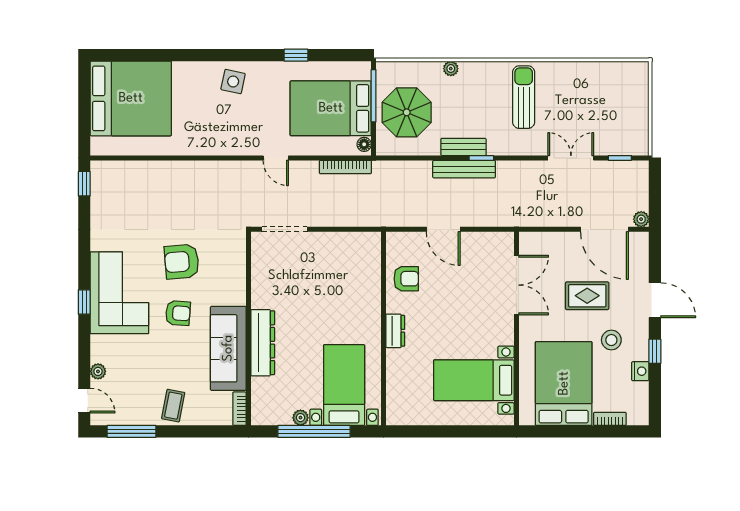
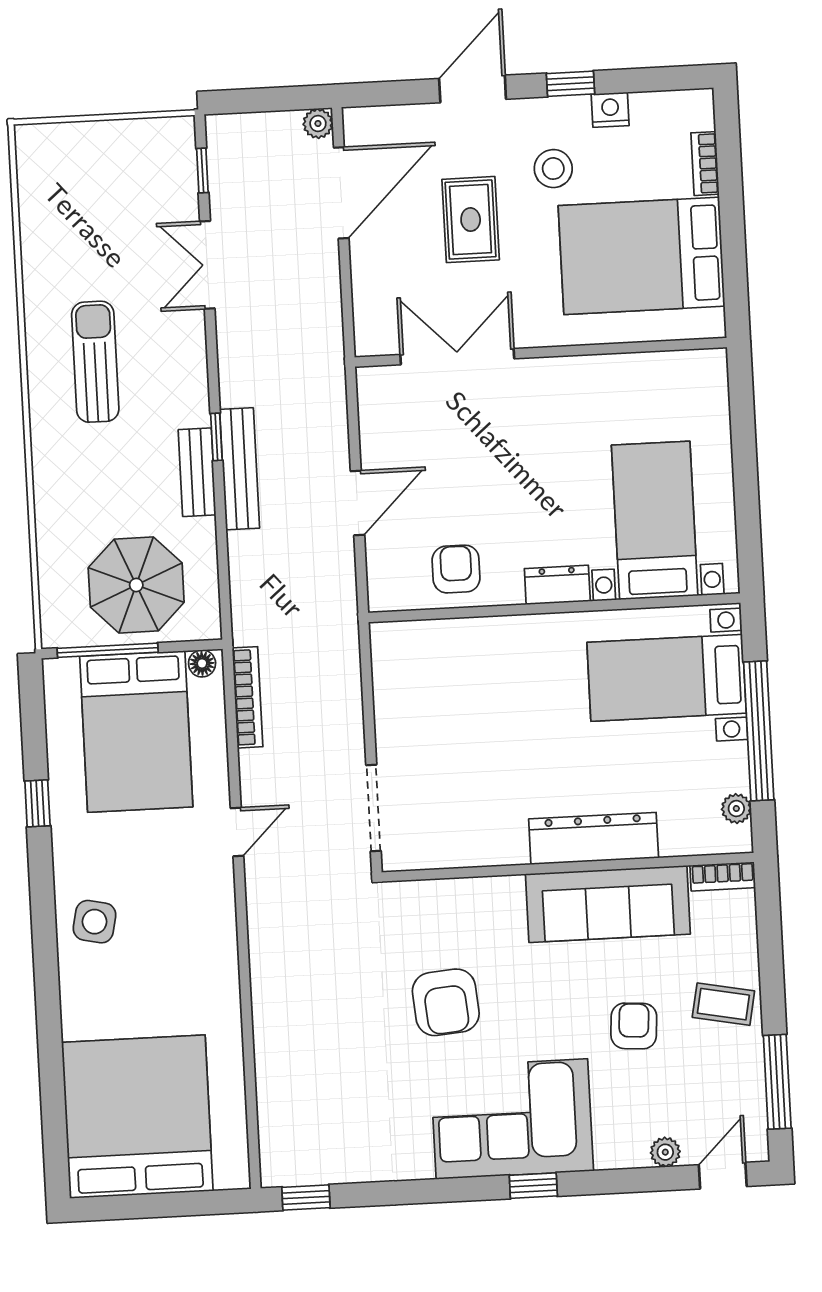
plant: (451, 69) -> (48, 505), removed
sun lounger: (524, 97) -> (95, 362), turned 90
armchair: (178, 313) -> (634, 1026), moved
bed with nightstands: (474, 380) -> (655, 520), moved, turned 180
plant: (300, 418) -> (736, 809), moved

